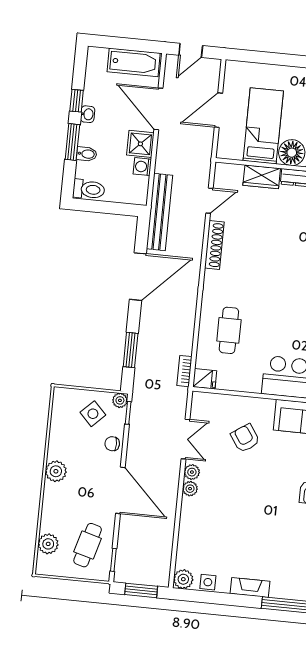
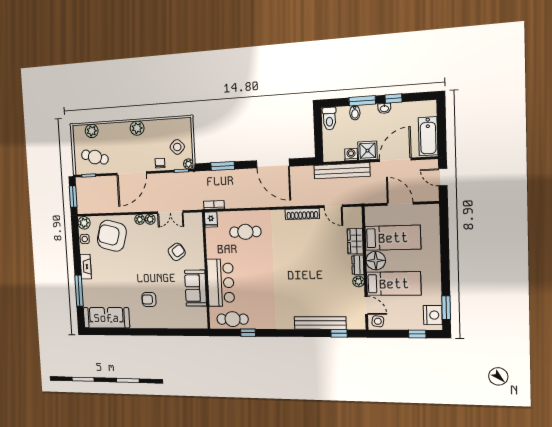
bench: (160, 212) -> (342, 171), moved
armchair: (209, 537) -> (112, 236), added

